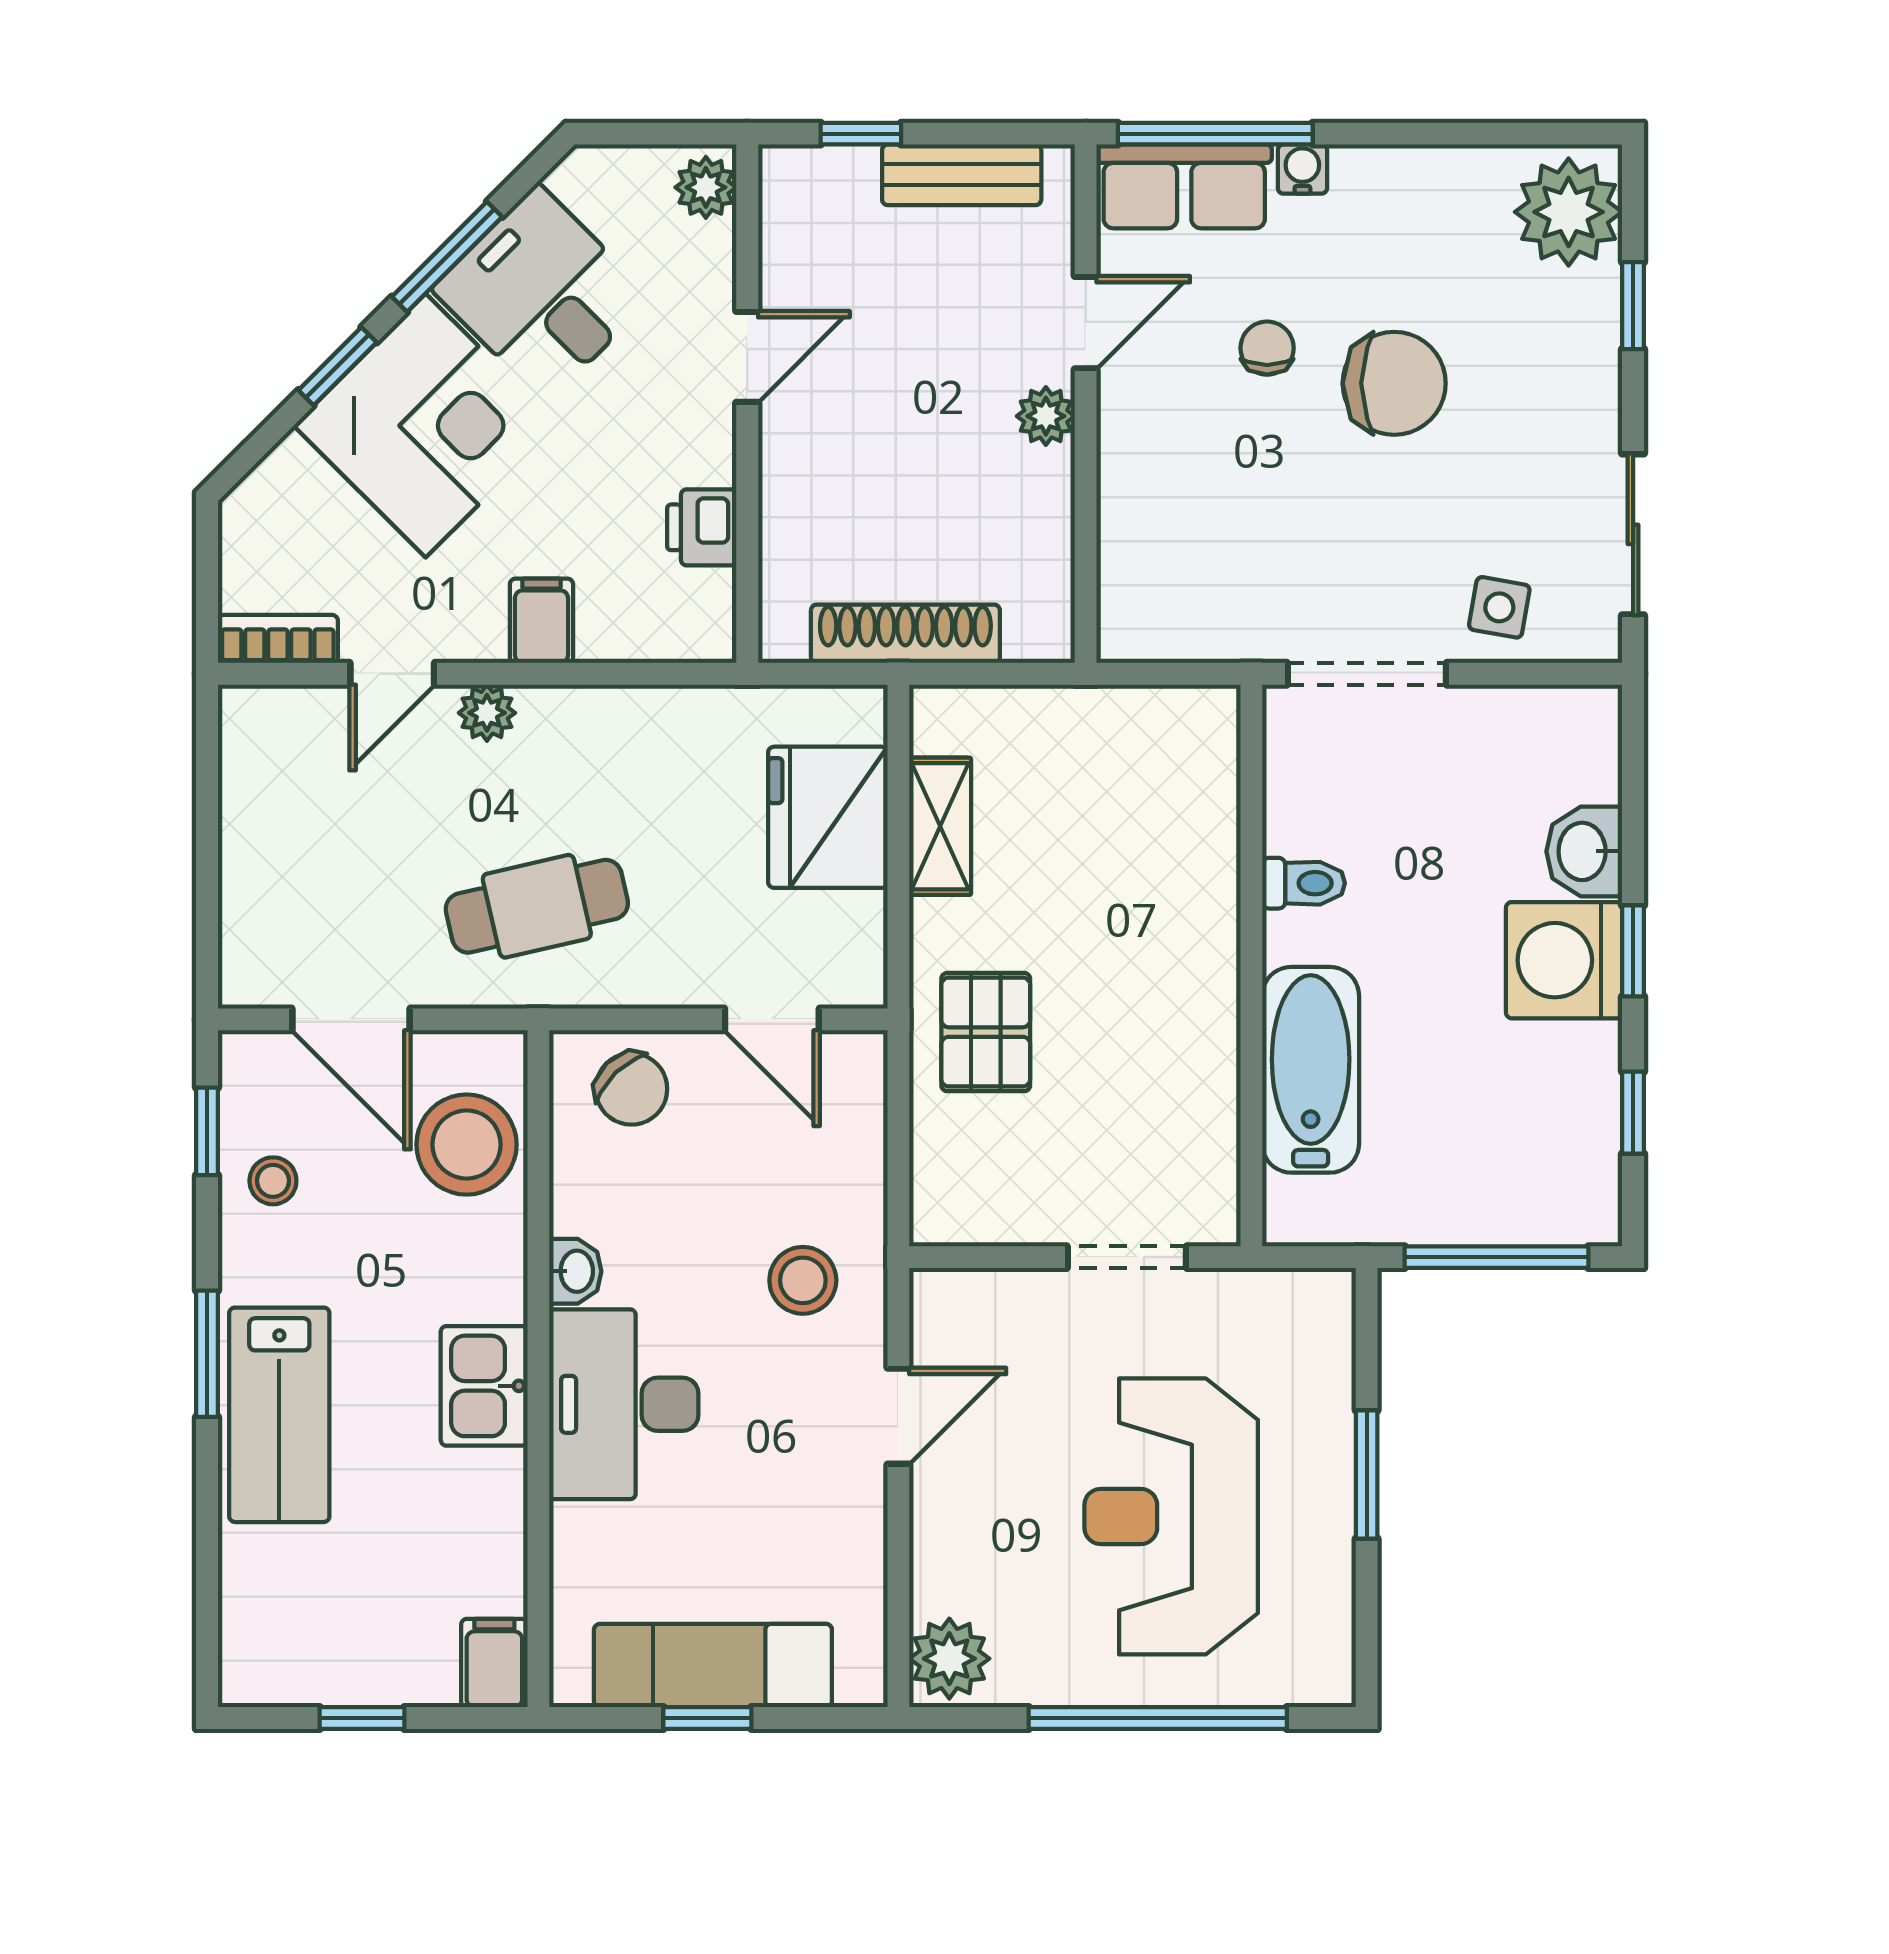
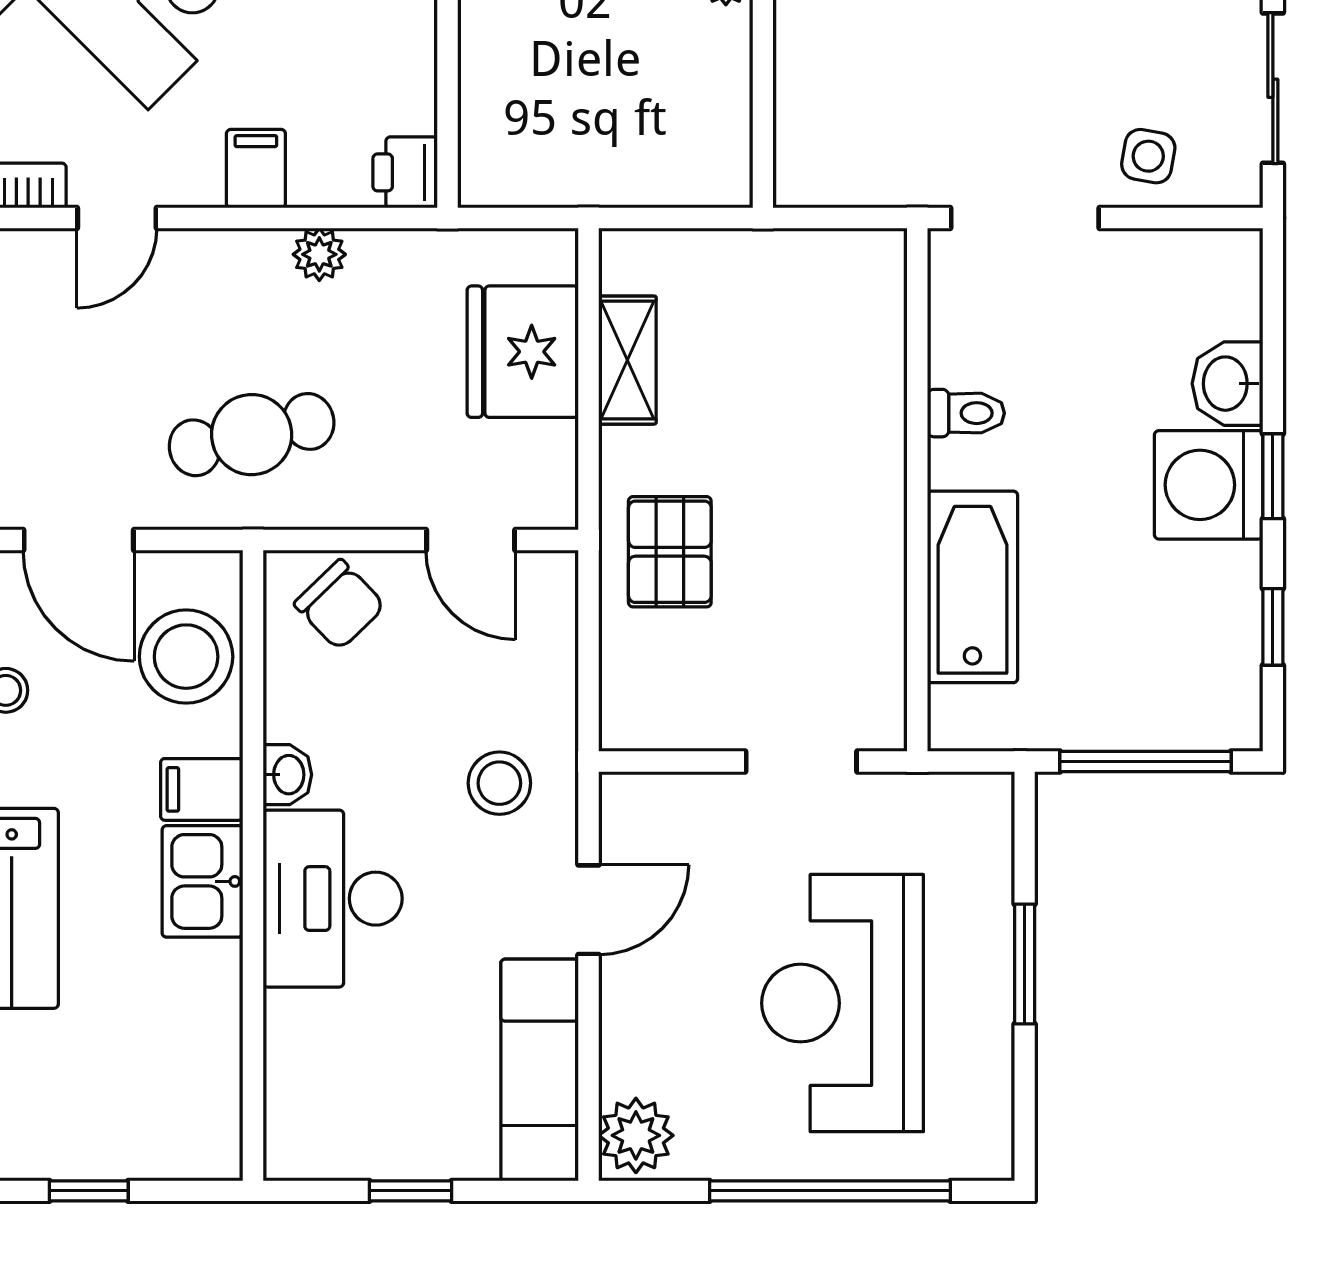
printer: (702, 527) -> (405, 172), moved
shoe rack: (905, 634) -> (595, 181), removed
plant: (487, 713) -> (319, 254), moved
filing cabinet: (494, 1663) -> (202, 789), moved, turned -90
exam couch: (713, 1666) -> (540, 1070), moved, turned -90

